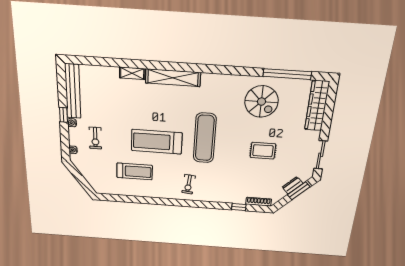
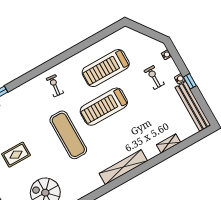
shelving: (132, 73) -> (168, 143), moved
treadmill: (157, 142) -> (104, 107), turned 180
treadmill: (135, 171) -> (106, 68), width x1.37, depth x1.38

